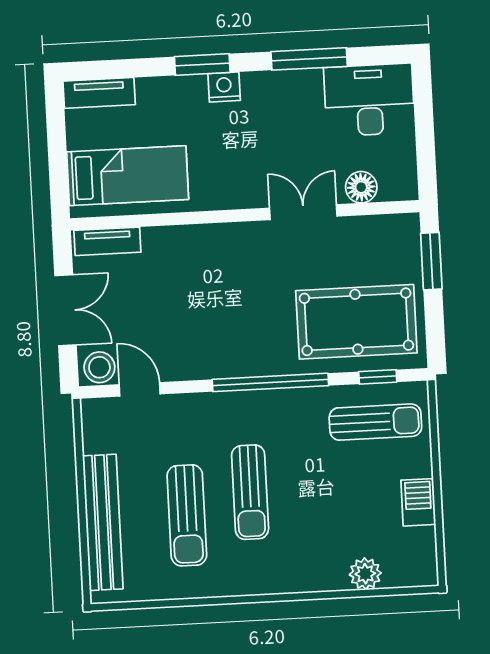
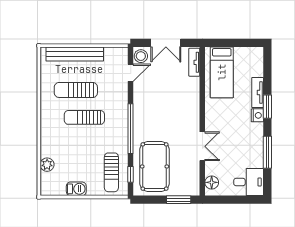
tv unit: (99, 93) -> (258, 93), moved
desk: (369, 100) -> (249, 182), width x0.73
floor lamp: (361, 187) -> (212, 182), moved

